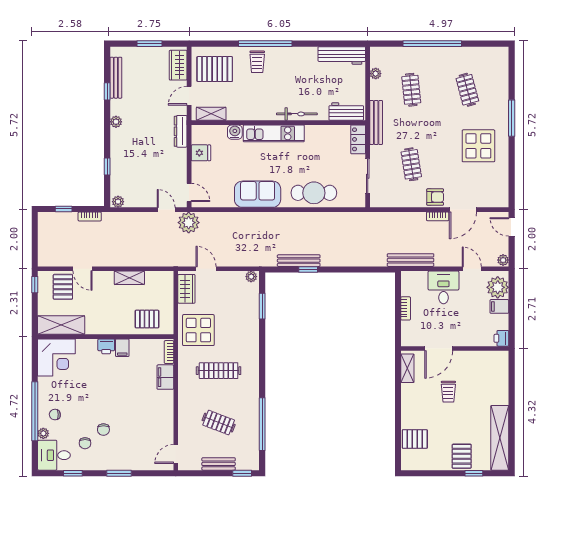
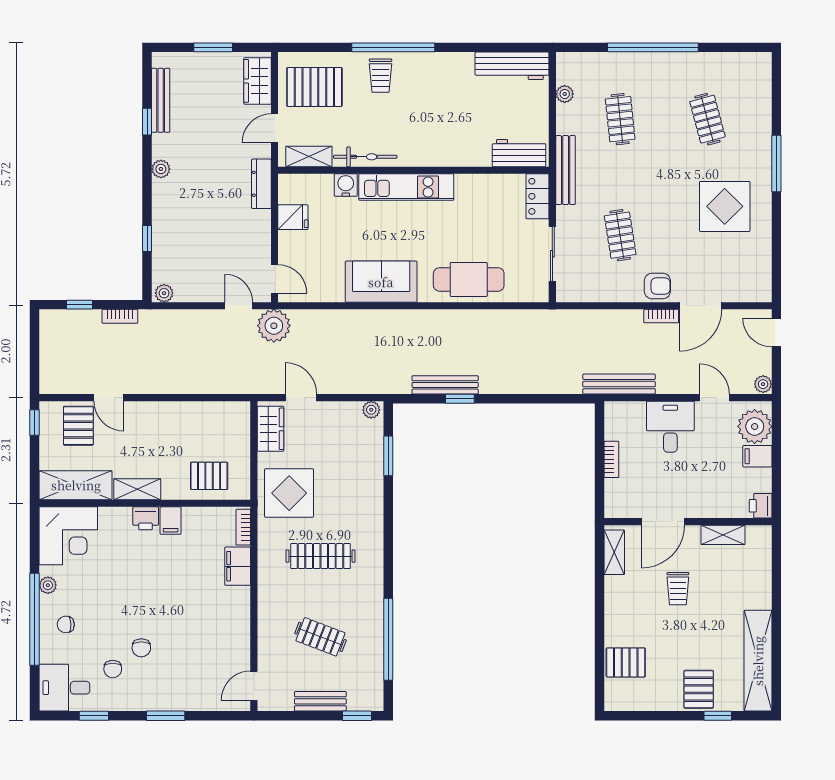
bicycle: (297, 114) -> (365, 157), moved
shelving: (129, 278) -> (137, 489), moved
shelving: (477, 357) -> (723, 535), added
plant: (43, 433) -> (48, 585), moved

